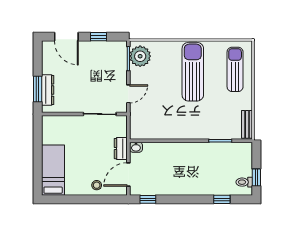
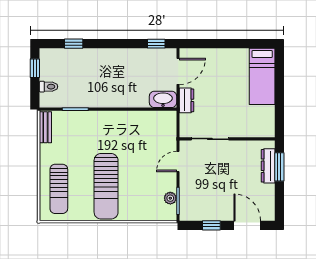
plant: (140, 56) -> (170, 198), width x0.53, depth x0.53
washbasin: (136, 147) -> (163, 99), width x1.91, depth x1.45
toilet: (244, 182) -> (48, 87), moved
stool: (97, 185) -> (213, 59), removed

